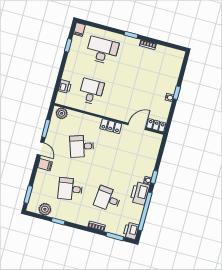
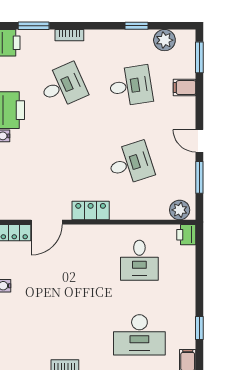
printer: (65, 87) -> (186, 235), moved
filing cabinet: (45, 165) -> (185, 88), moved
desk: (108, 199) -> (63, 86), turned -30

